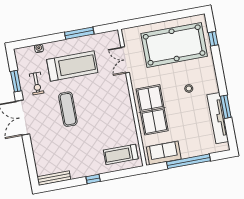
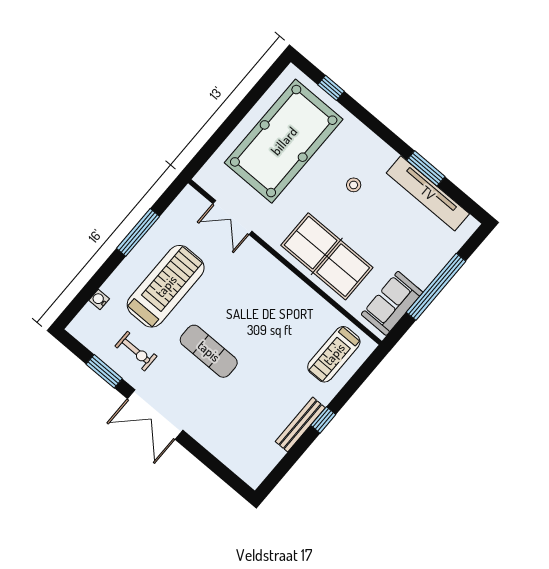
bench: (54, 178) -> (300, 425), moved

